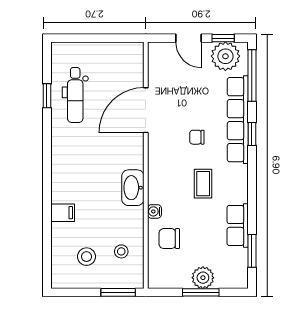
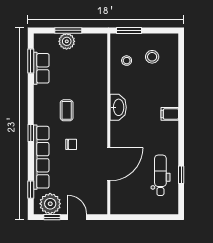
window: (252, 75) -> (31, 190), width x0.46
window: (252, 134) -> (31, 133), moved
water cooler: (154, 211) -> (102, 90), removed
filing cabinet: (63, 213) -> (170, 114), moved
row of seats: (238, 225) -> (41, 68), moved
chair: (169, 239) -> (91, 70), removed

